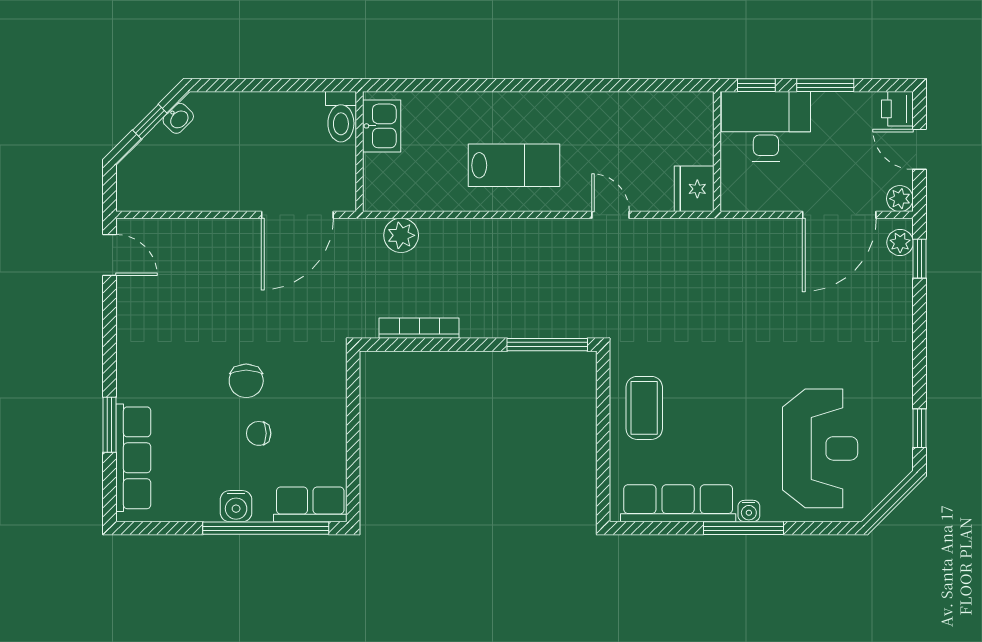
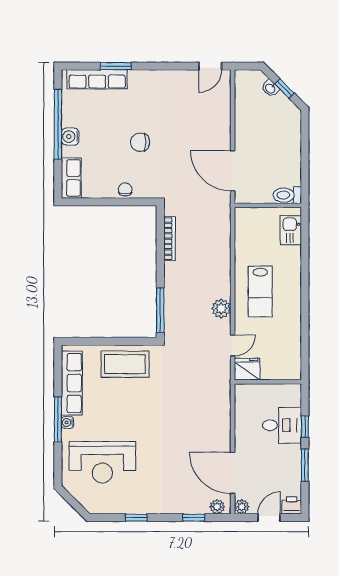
washbasin: (178, 118) -> (270, 88), moved
kitchen sink: (382, 126) -> (291, 230), moved, turned 90
desk: (766, 126) -> (282, 425), width x0.73
wall: (717, 152) -> (268, 382), moved
fridge: (694, 189) -> (247, 369), moved
plant: (401, 235) -> (221, 309), moved
window: (920, 259) -> (194, 518), moved
coffee table: (644, 408) -> (125, 364), width x1.36, depth x1.32
window: (920, 428) -> (136, 518), moved
chair: (259, 433) -> (125, 189), moved
window: (266, 528) -> (58, 124), moved

